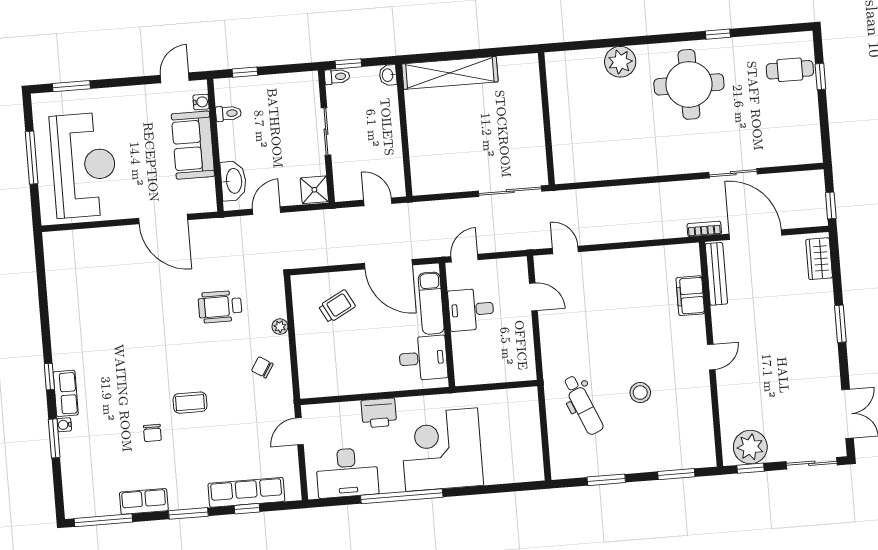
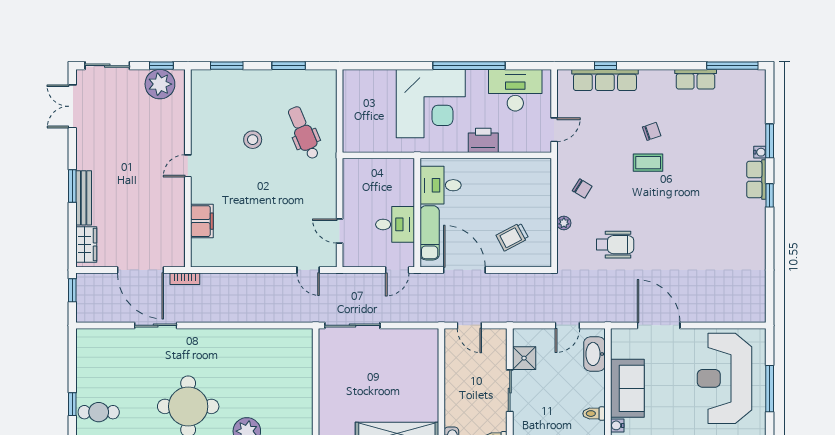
shower: (314, 190) -> (524, 358), moved
bench: (716, 274) -> (84, 198), moved
chair: (152, 433) -> (652, 131), moved, turned 71
window: (188, 513) -> (657, 66), removed

